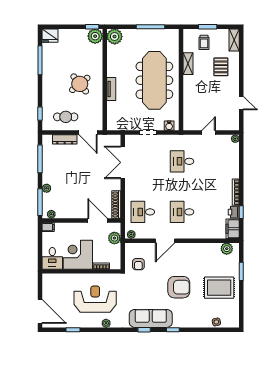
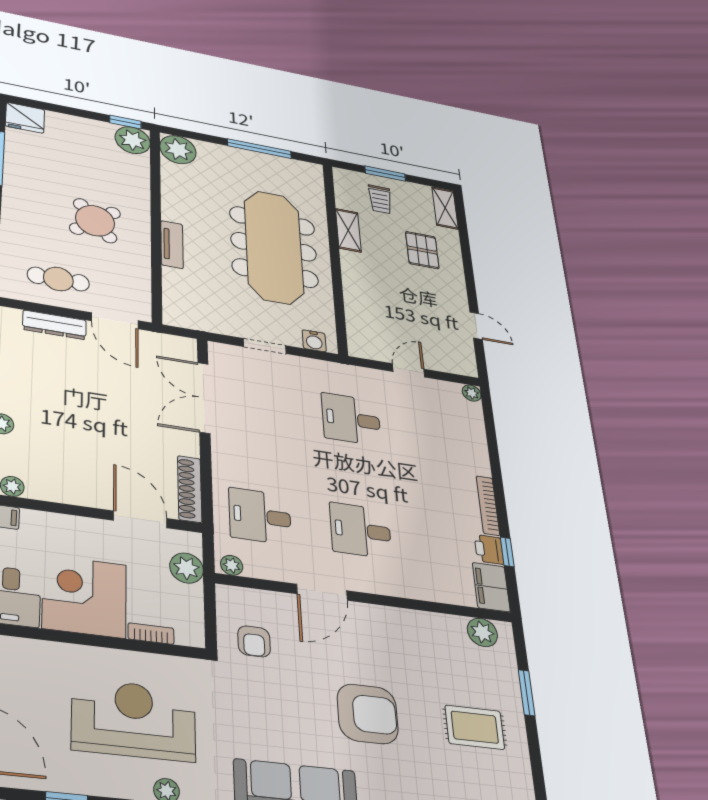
rug: (219, 288) -> (475, 727), width x0.73, depth x0.70

